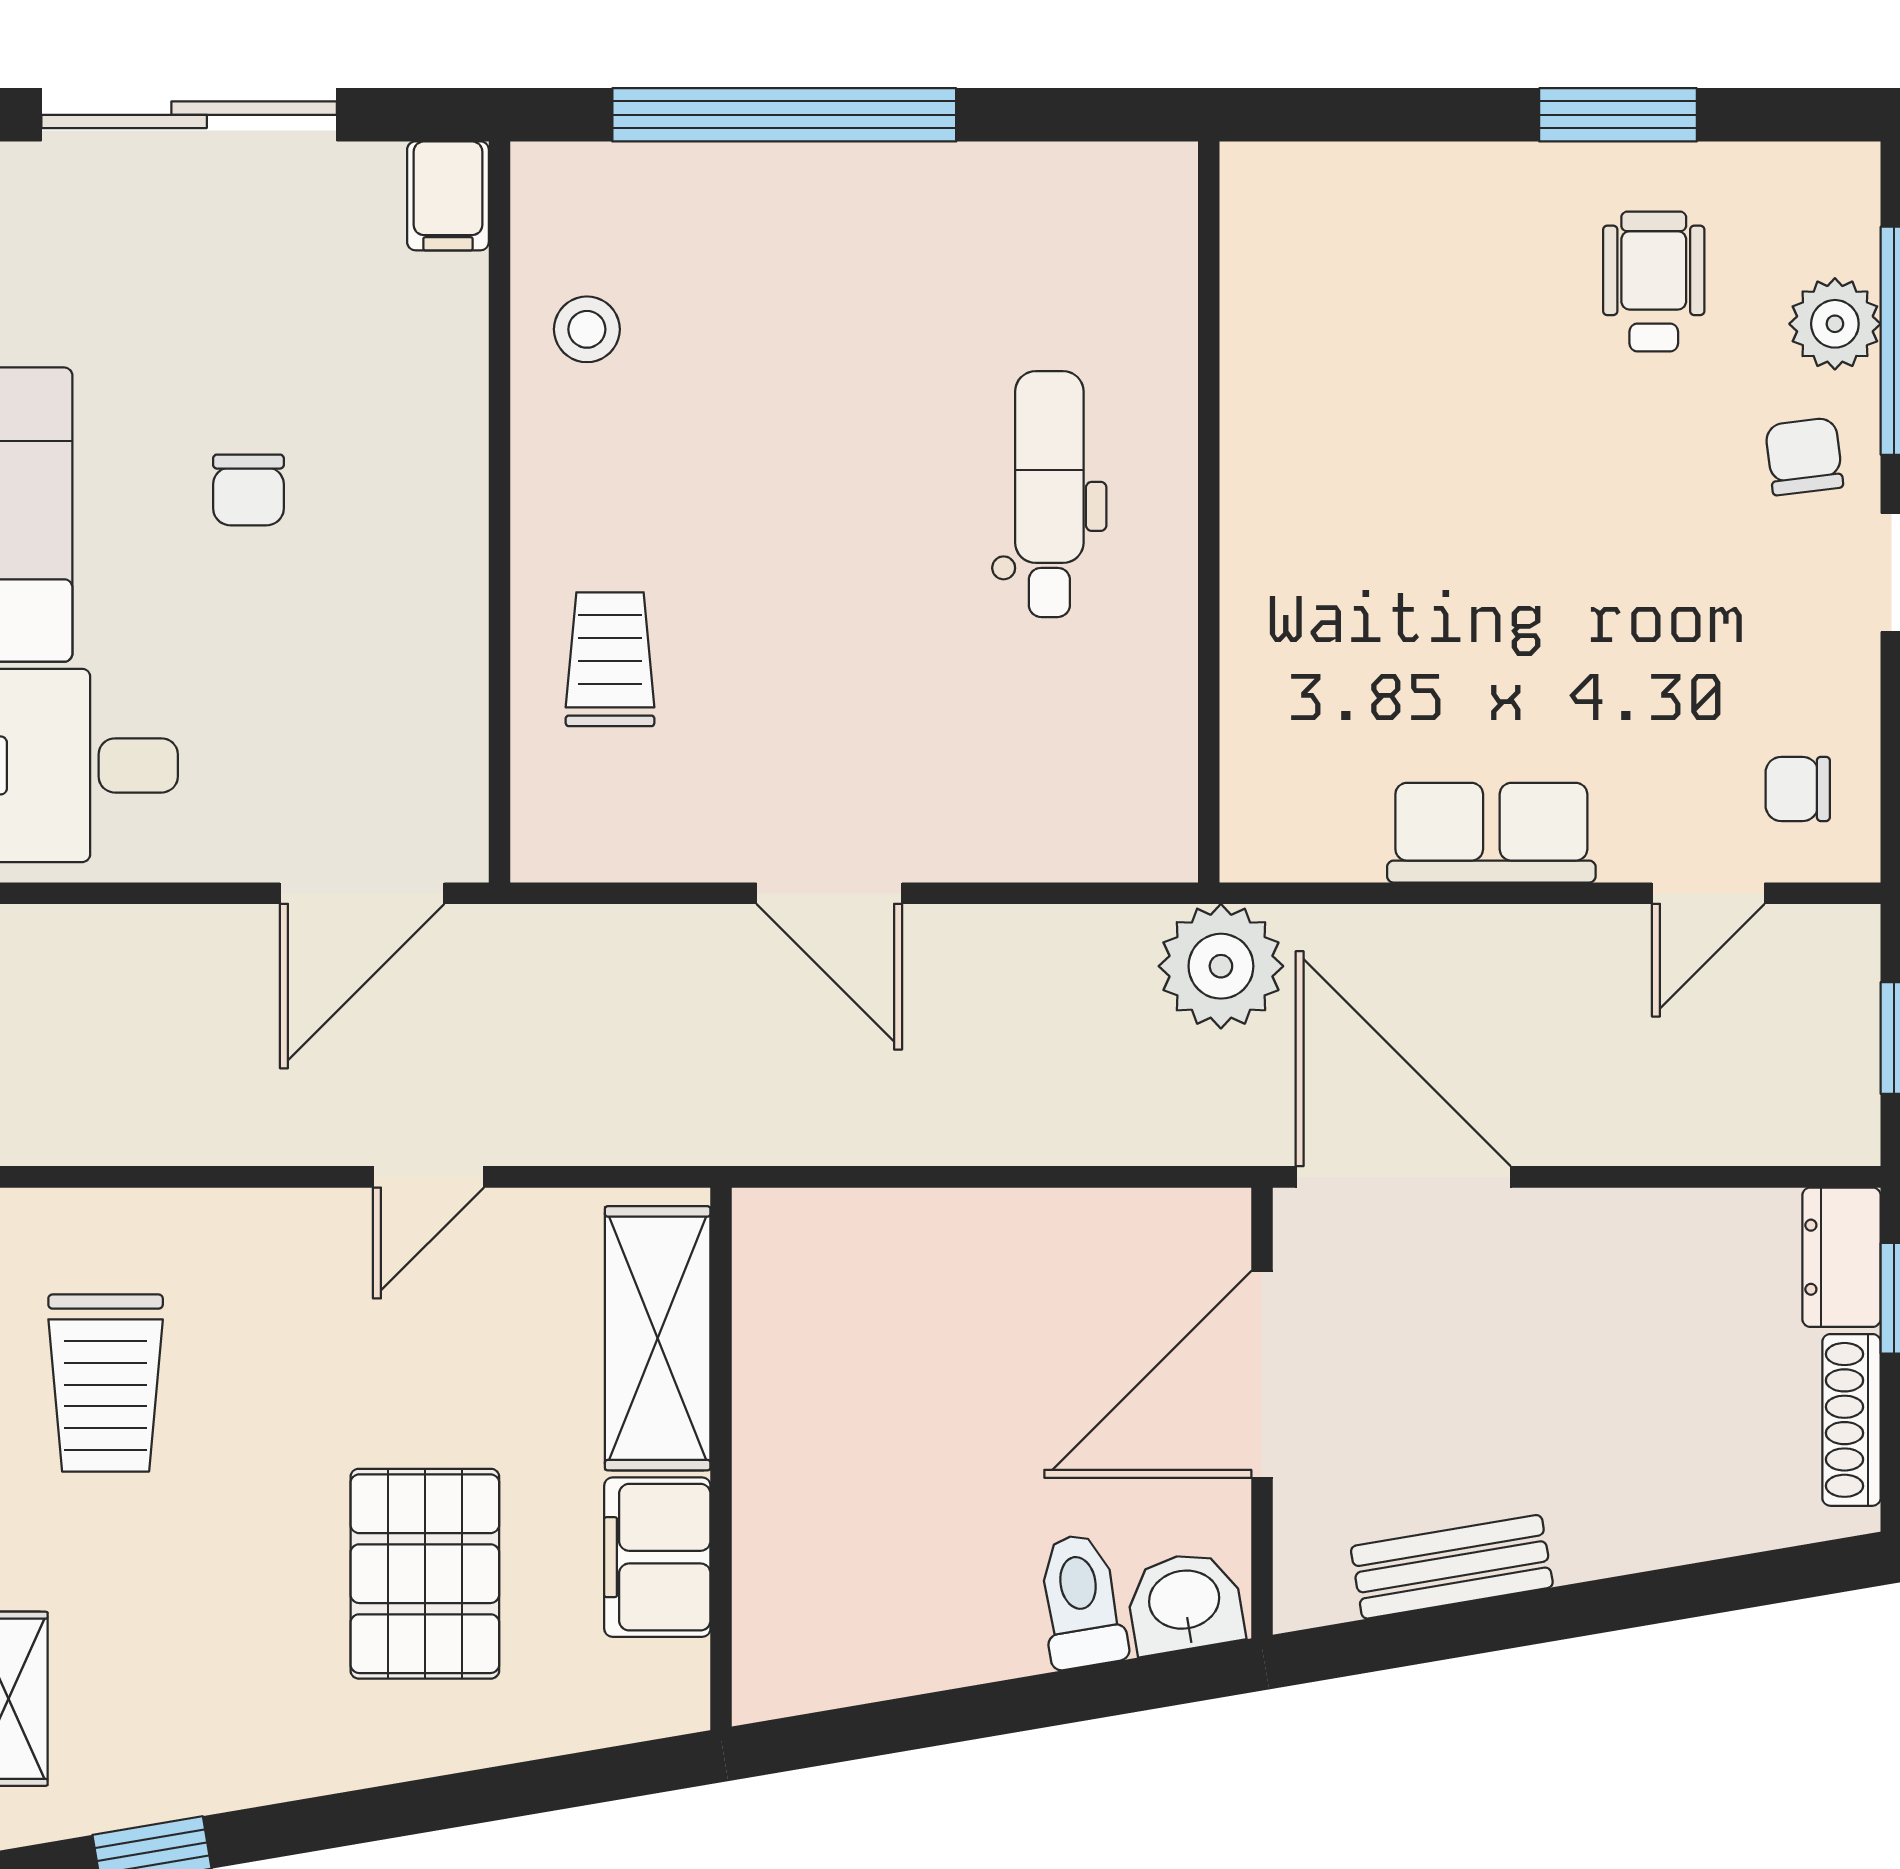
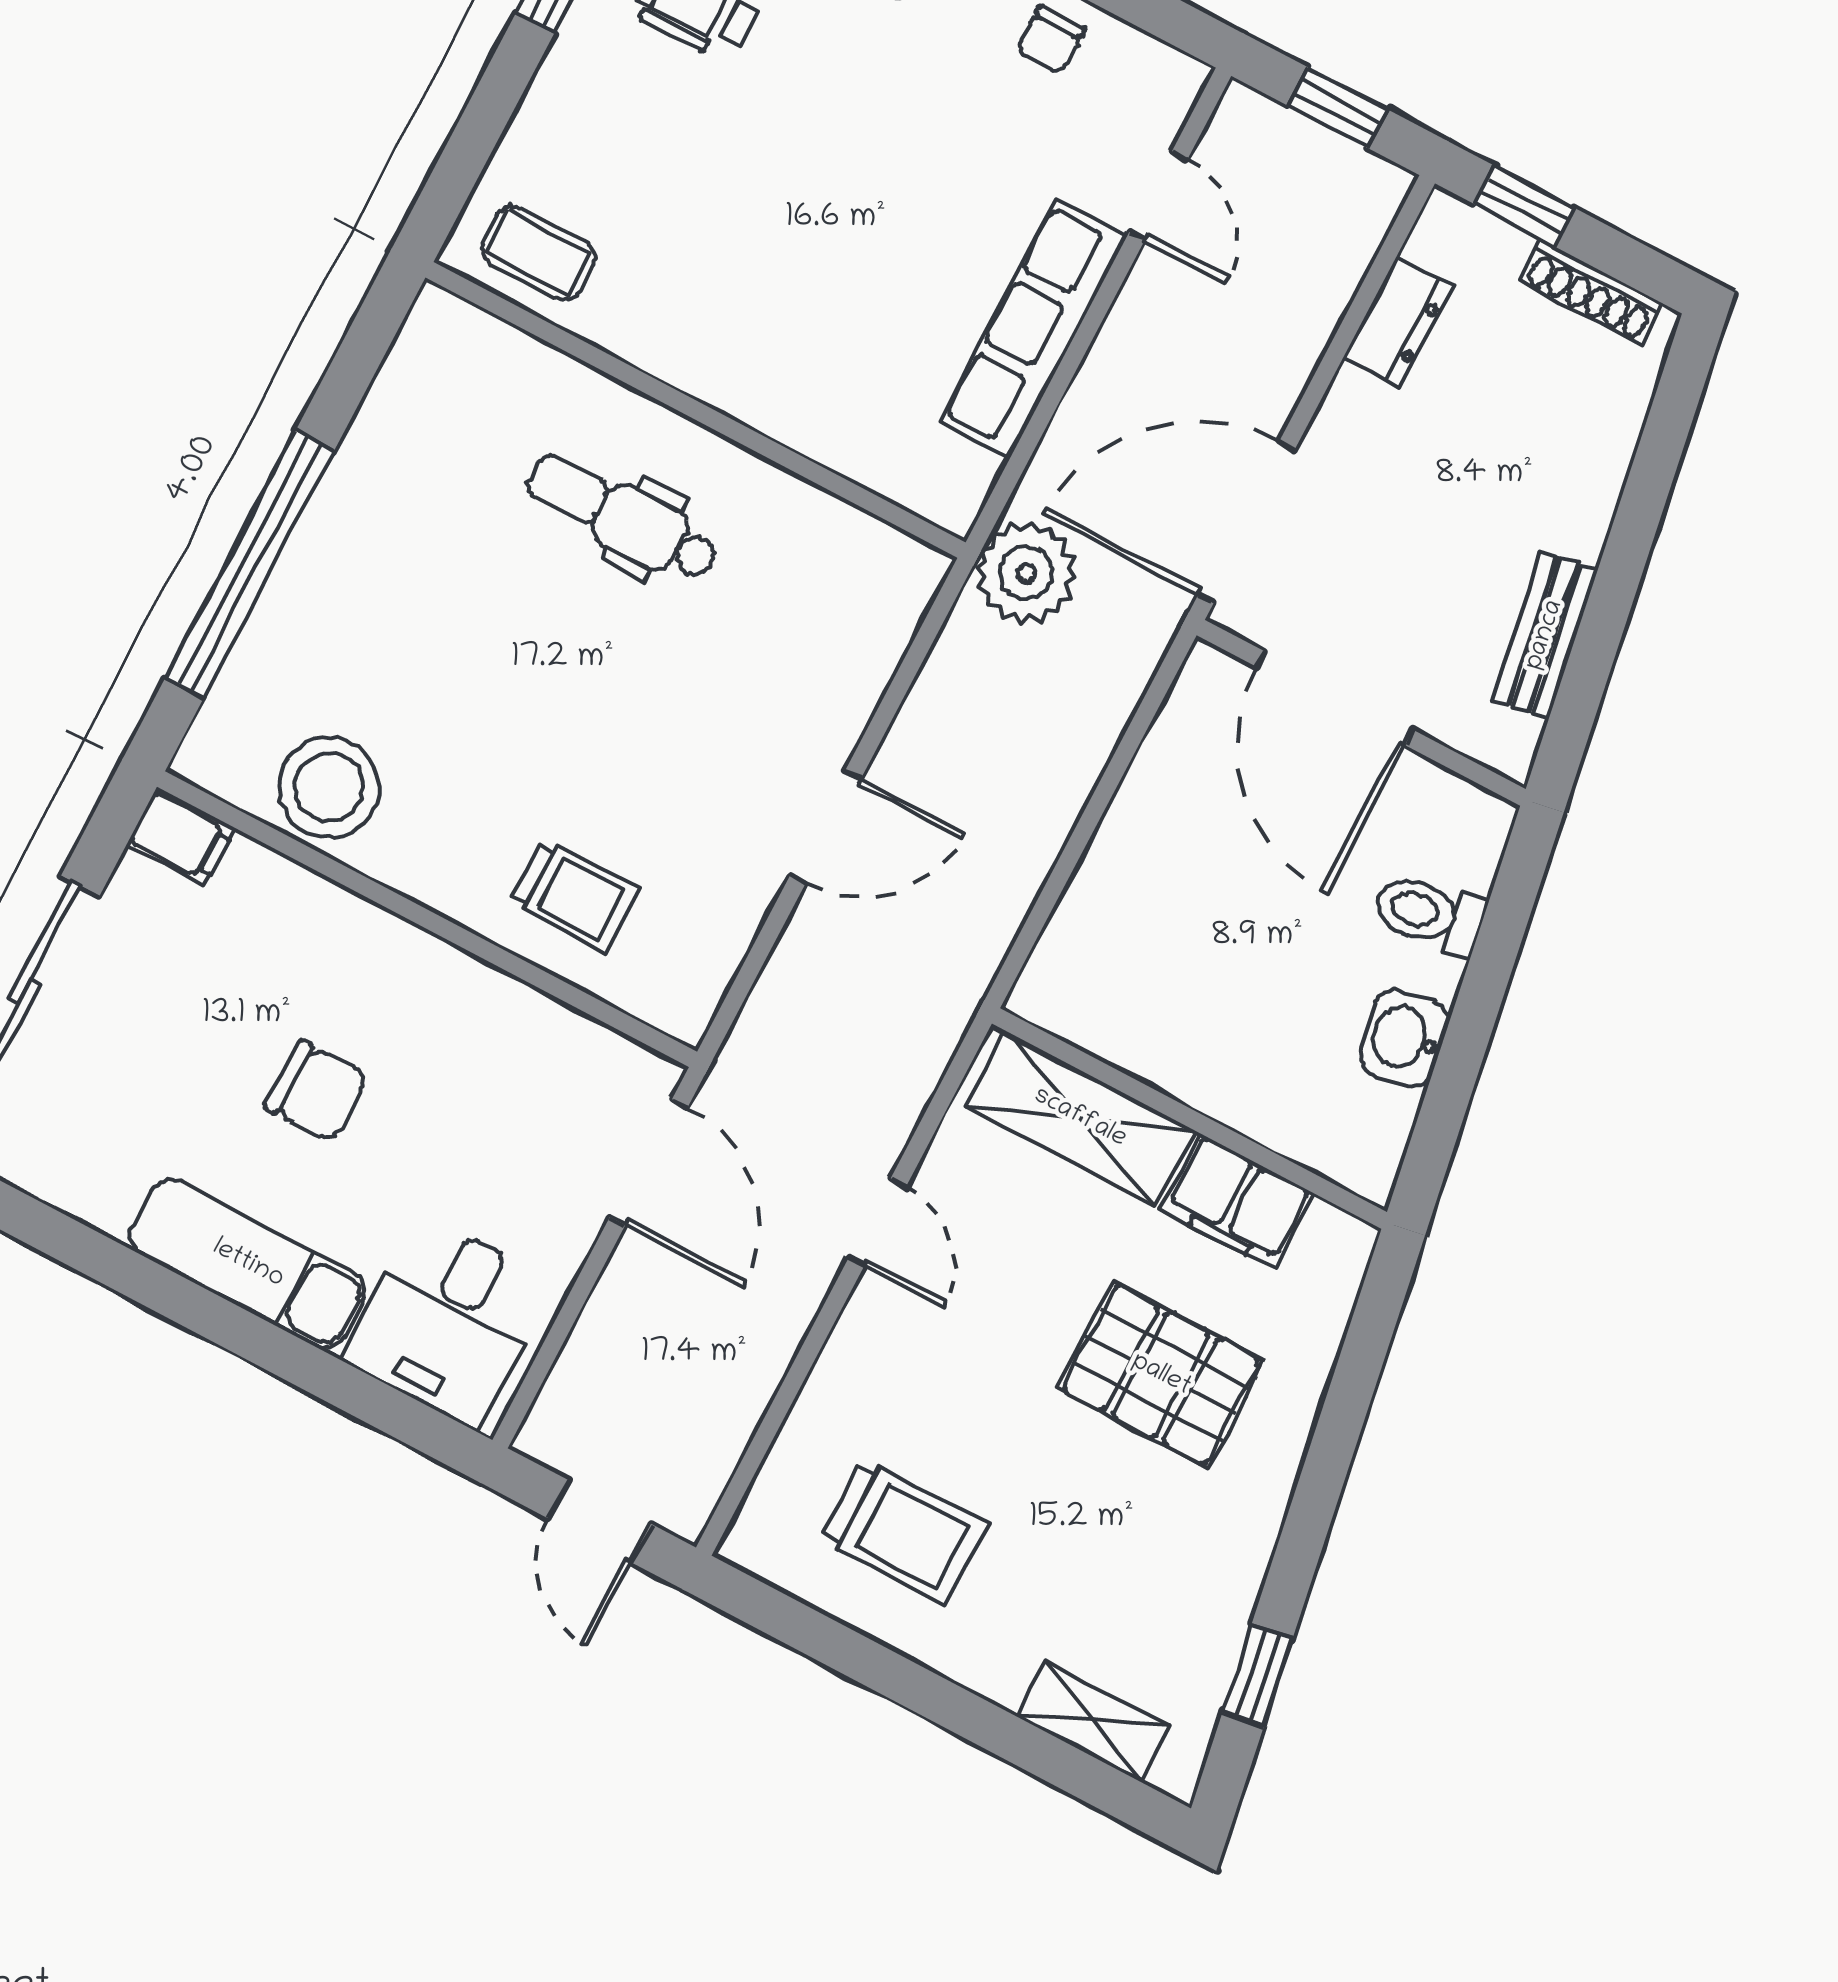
coffee table: (1289, 251) -> (538, 253), added
stool: (587, 329) -> (329, 787), width x1.89, depth x1.89
chair: (248, 490) -> (316, 1091), width x1.37, depth x1.37
trolley: (610, 659) -> (575, 896), turned 180
chair: (1798, 789) -> (1051, 40), moved
row of seats: (1491, 833) -> (1033, 328), width x1.48
dresser: (1841, 1257) -> (1398, 322), moved, turned -90
washbasin: (1185, 1602) -> (1404, 1038), moved

